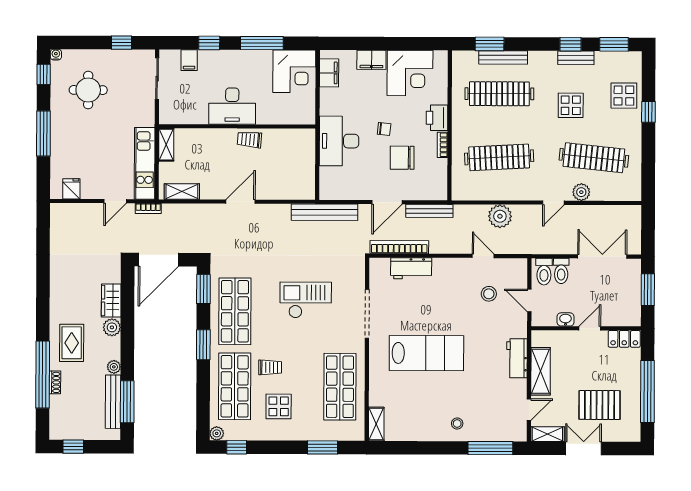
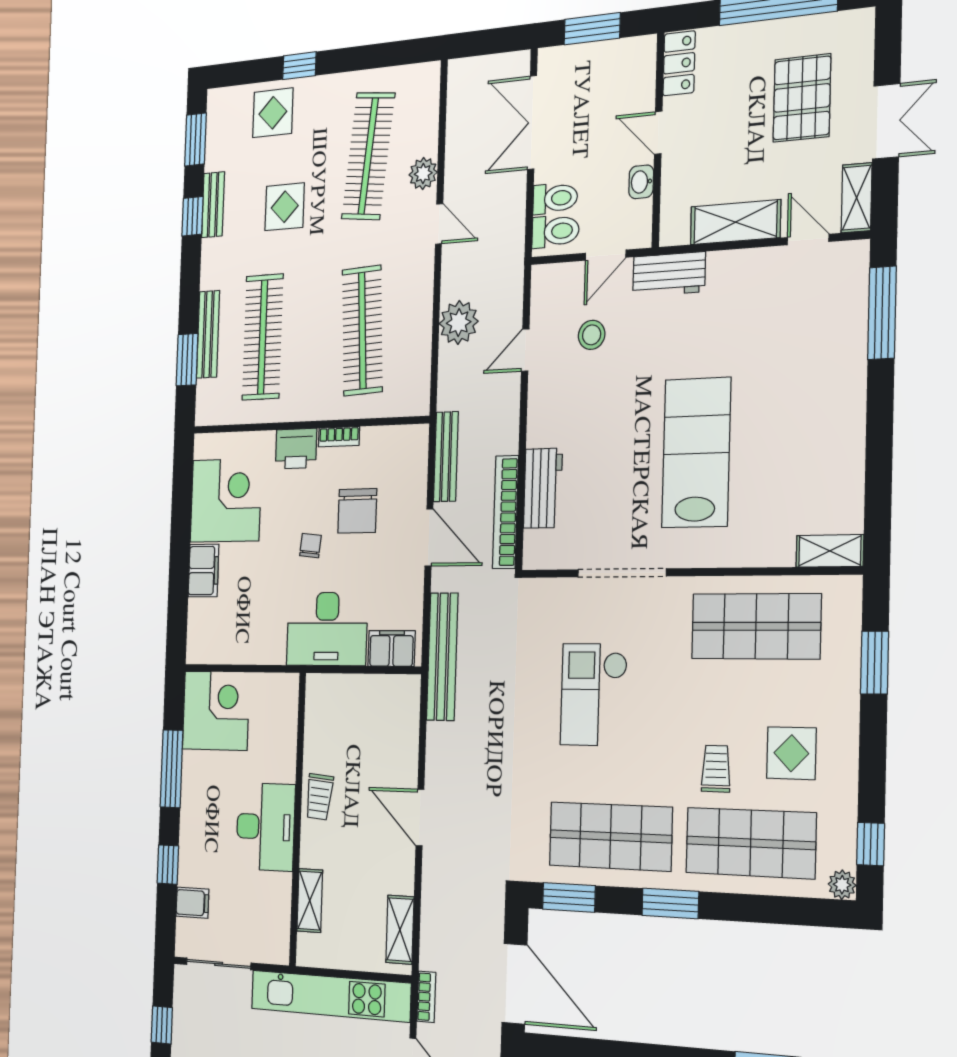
filing cabinet: (329, 73) -> (391, 648), moved
shelving: (166, 145) -> (310, 900), moved, turned 90
kitchen unit: (145, 163) -> (330, 996), width x1.36
workbench: (517, 358) -> (669, 274), moved
stool: (457, 424) -> (832, 384), removed
double door: (583, 448) -> (886, 121), swing flipped

